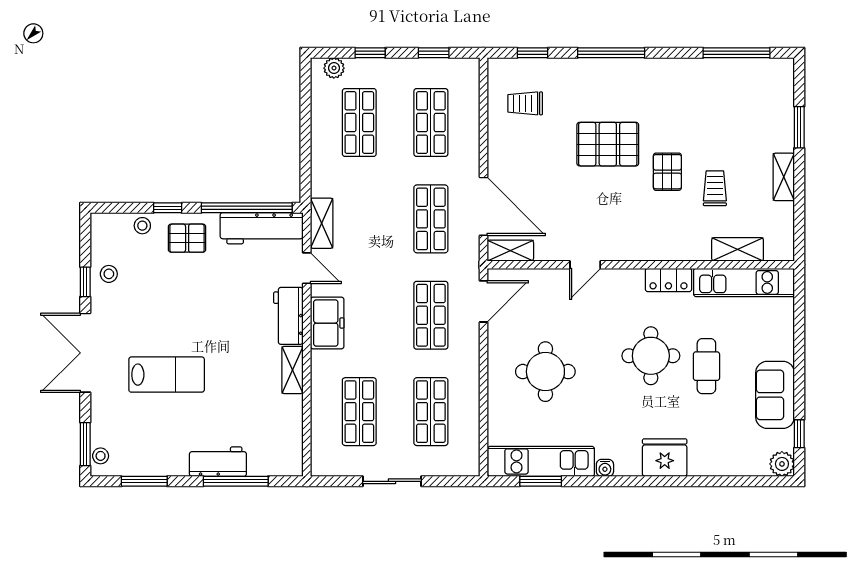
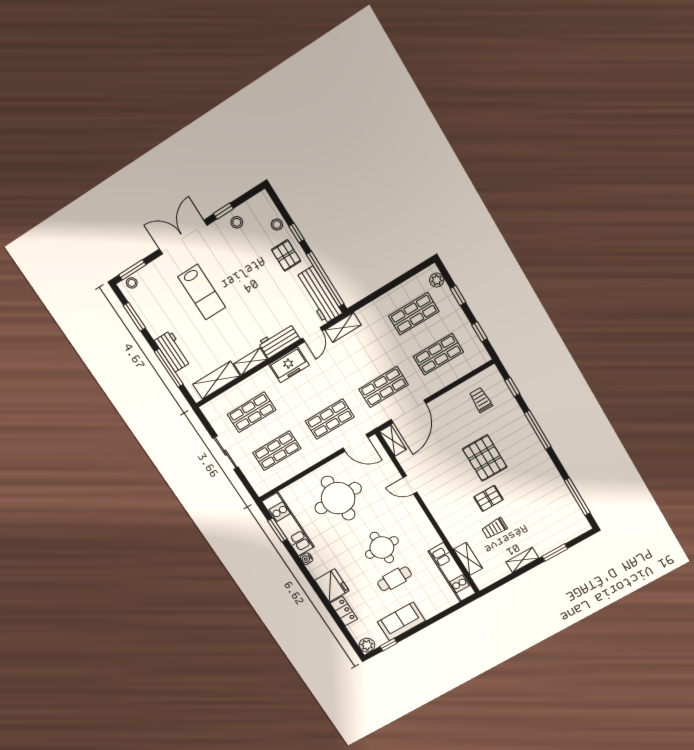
trolley: (715, 188) -> (494, 528), turned 180
locker: (668, 280) -> (344, 611), moved, turned 180
round table: (545, 372) -> (338, 498), width x1.36, depth x1.36
shelving: (289, 430) -> (216, 380), added

